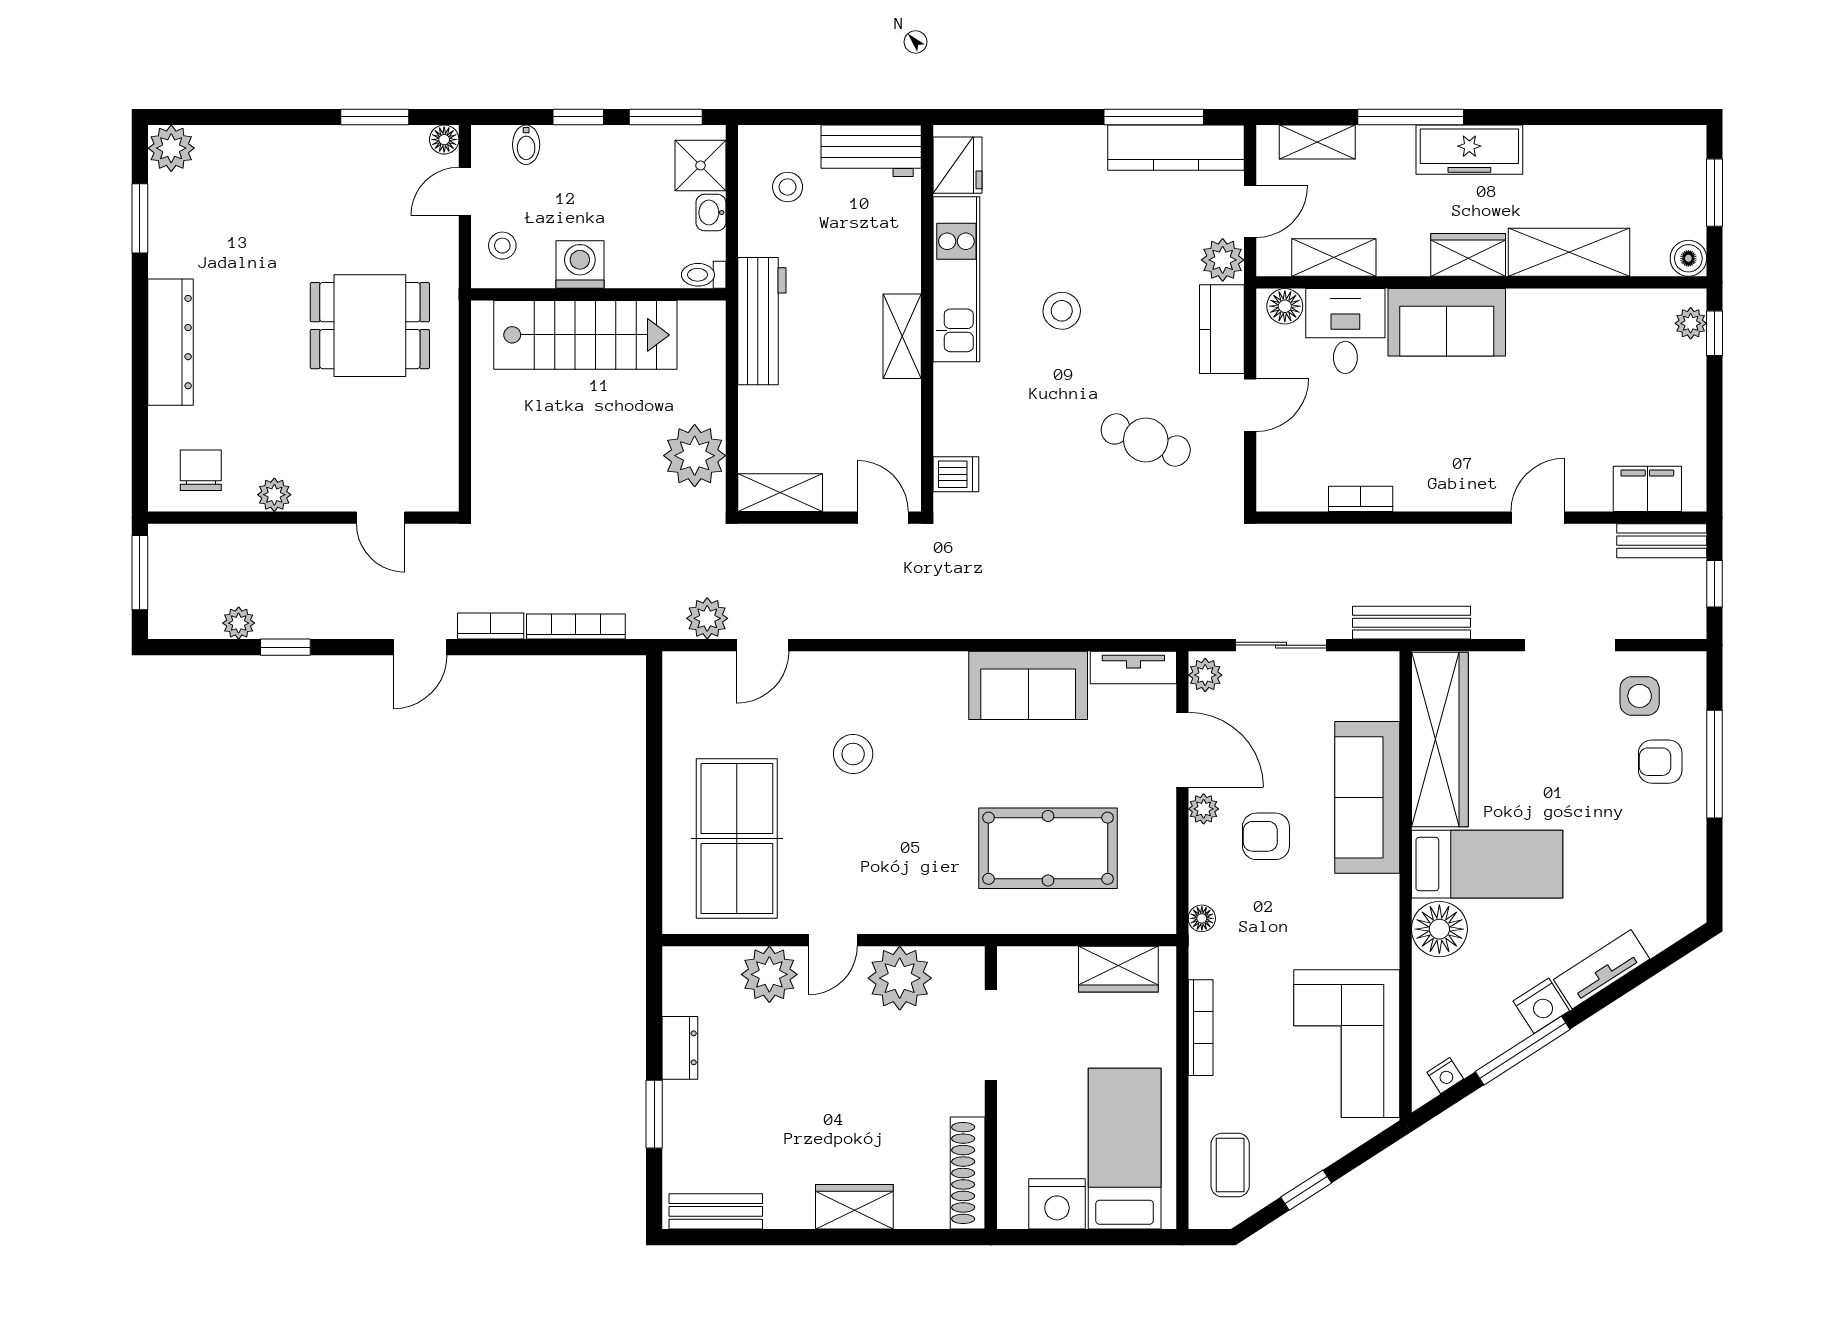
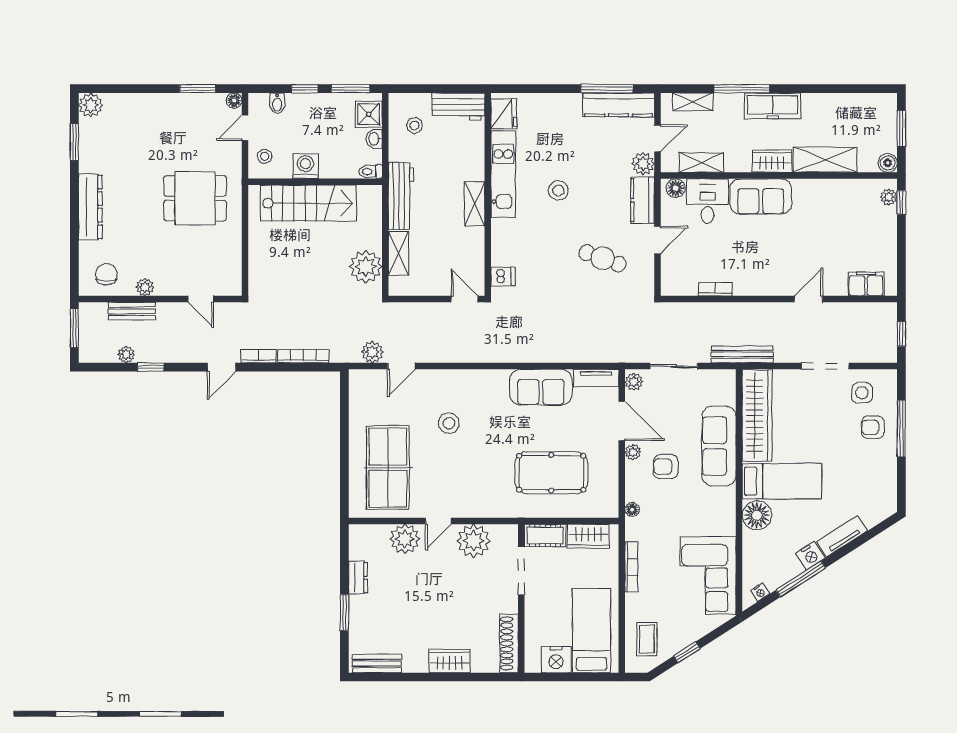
shelving: (780, 493) -> (398, 253), moved, turned 90
bench: (1662, 541) -> (132, 311), moved
cot: (1036, 967) -> (545, 535), added

